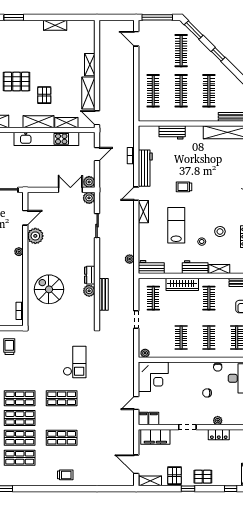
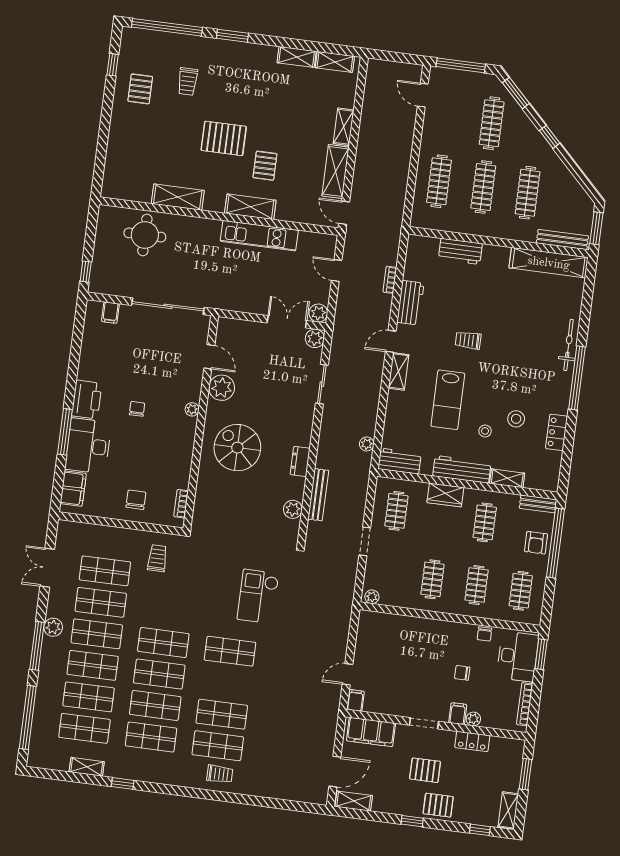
shelving: (66, 123) -> (335, 62), moved
kitchen unit: (46, 139) -> (259, 236), width x0.73
door: (97, 154) -> (337, 270), swing flipped
workbench: (145, 168) -> (410, 303), width x0.73
door: (25, 218) -> (209, 357), hinge flipped
lab bench: (176, 225) -> (448, 400), turned 180
workbench: (195, 267) -> (462, 469), width x1.38
wardrobe: (182, 284) -> (445, 495), width x0.67
spiral stairs: (49, 289) -> (237, 448), moved
plant: (89, 291) -> (293, 509), moved
checkout: (75, 362) -> (258, 596), turned 180
corner desk: (153, 377) -> (380, 636), removed
filing cabinet: (154, 419) -> (458, 714), moved
shop shelf: (62, 458) -> (218, 746), added
door: (136, 464) -> (335, 772), swing flipped
pallet: (174, 476) -> (425, 770), moved, turned 90

